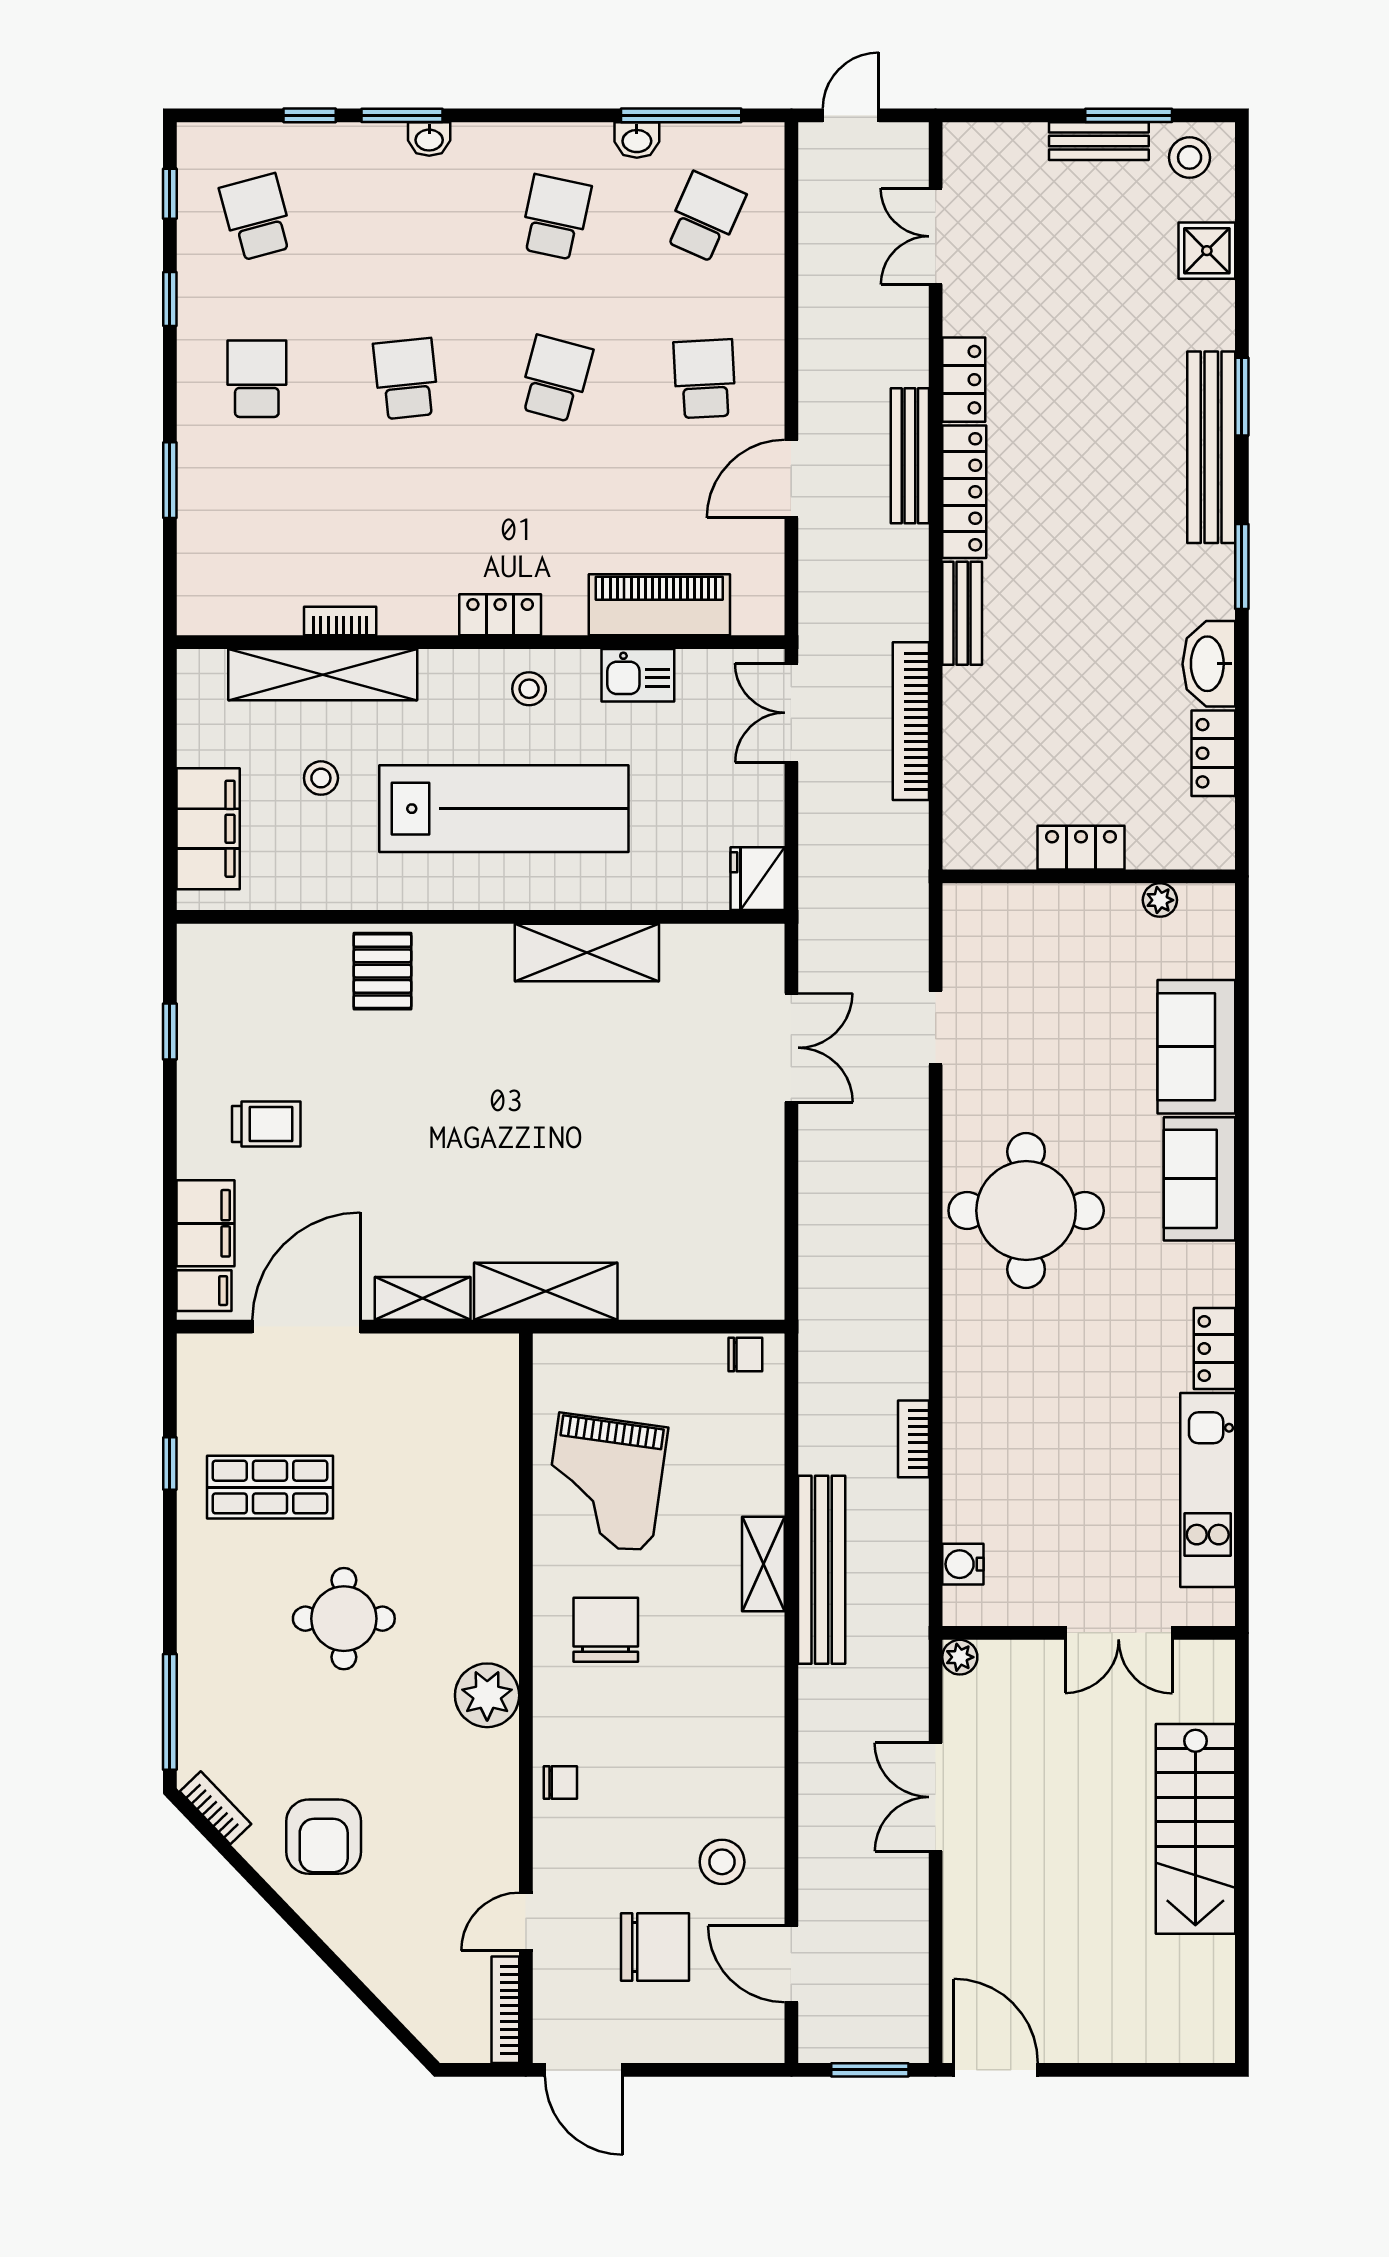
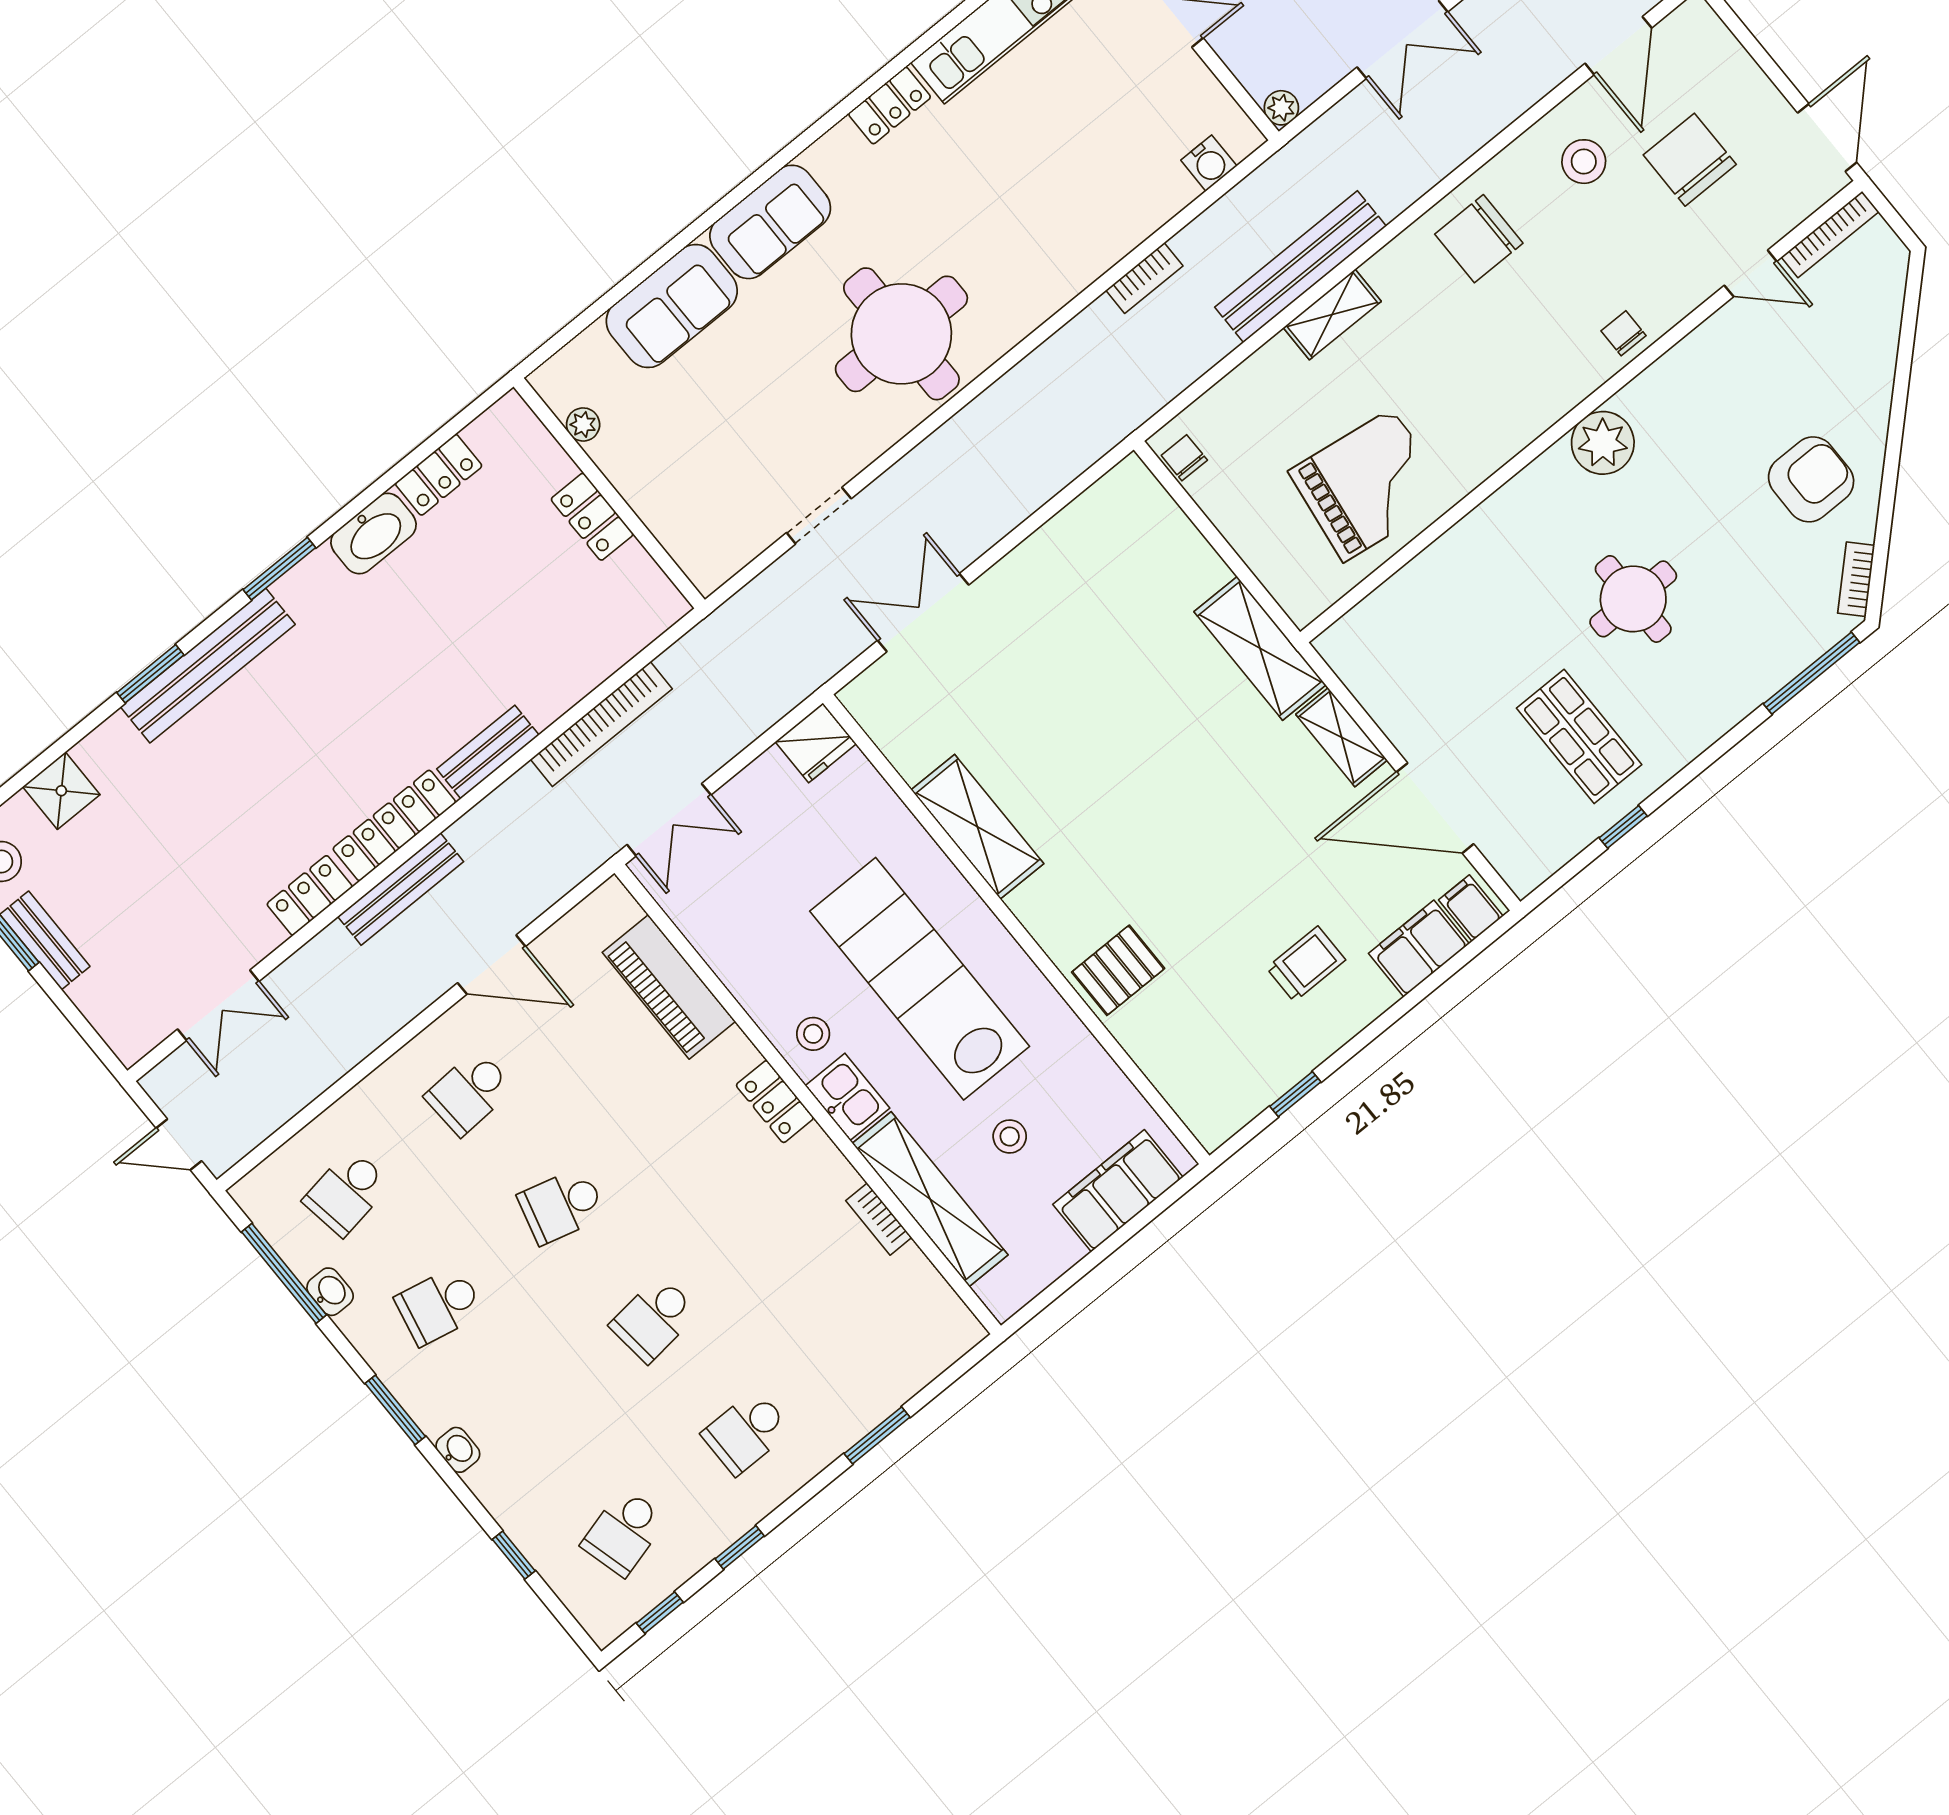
window: (402, 115) -> (395, 1410), moved
school desk: (705, 217) -> (347, 1192), turned -33
kitchen sink: (638, 675) -> (847, 1097), moved
trolley: (266, 1124) -> (1306, 964), turned 90
chair: (606, 1630) -> (1479, 239), moved

